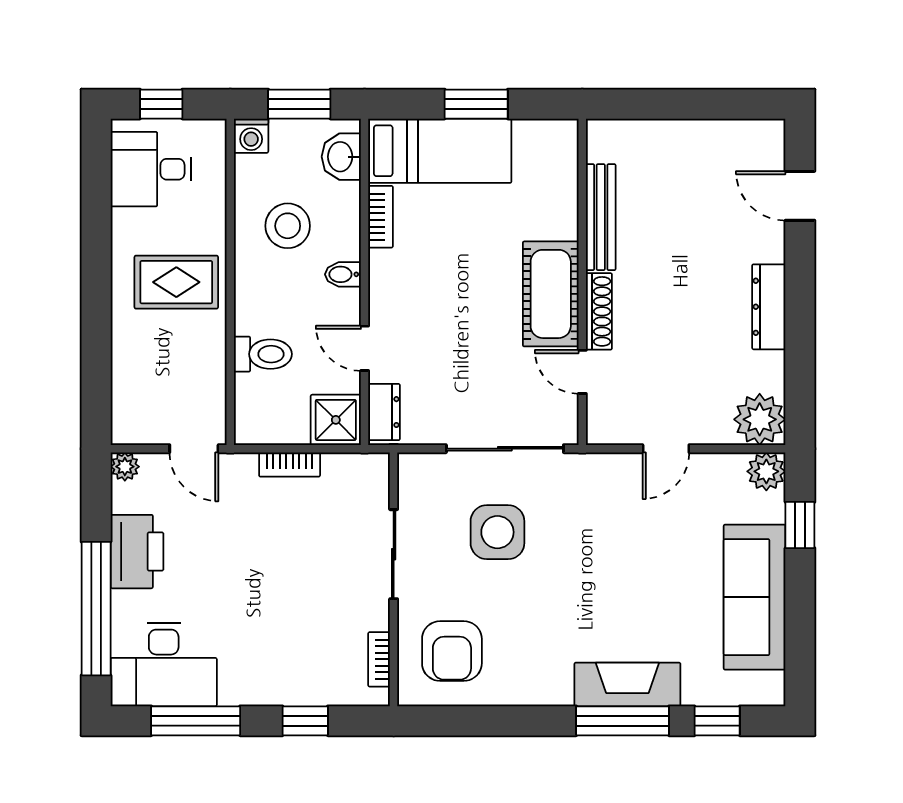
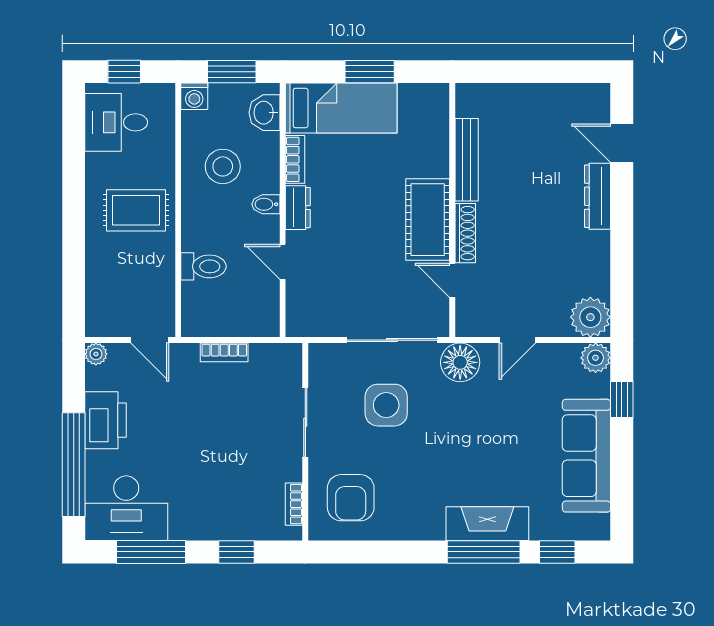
dresser: (769, 307) -> (598, 196), moved
dresser: (384, 412) -> (298, 208), moved
shower: (336, 420) -> (260, 318), removed
floor lamp: (592, 477) -> (460, 362), added

